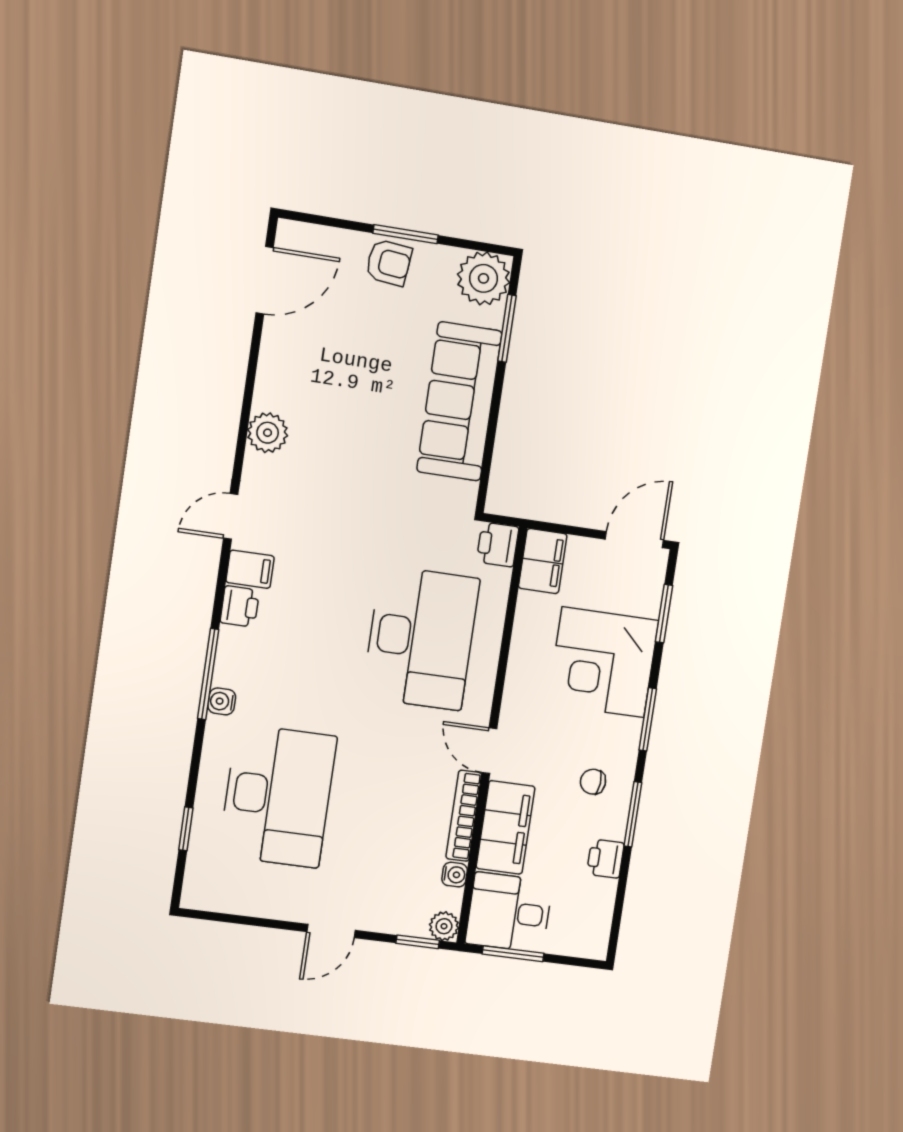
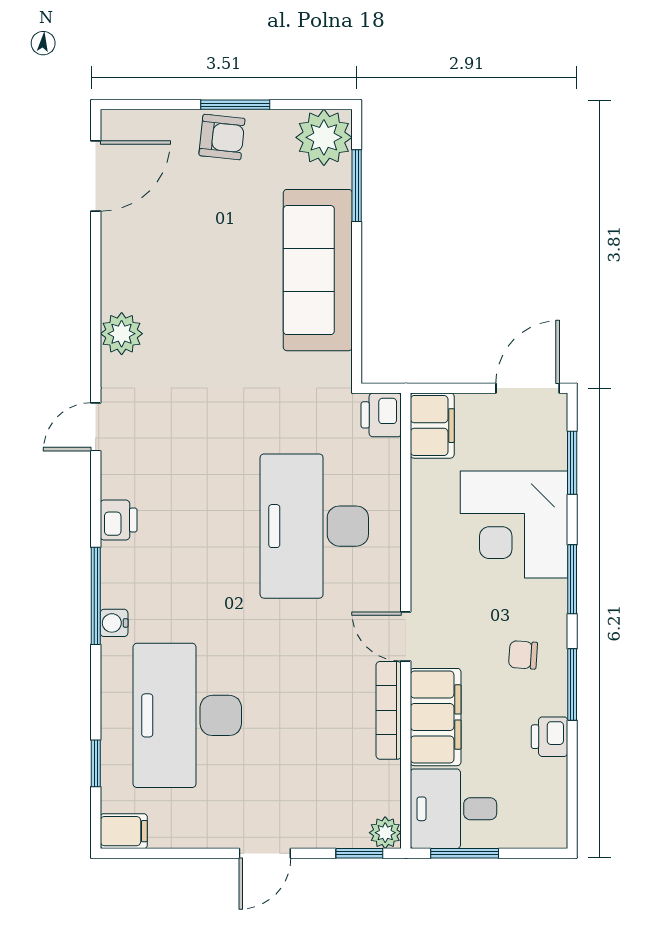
filing cabinet: (250, 569) -> (124, 831), moved
desk: (421, 638) -> (314, 526), turned 180
desk: (278, 796) -> (187, 715), turned 180
water cooler: (455, 875) -> (388, 775), removed

